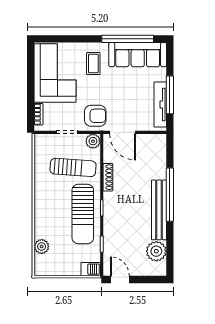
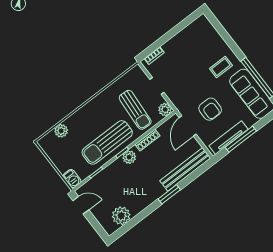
corner sofa: (55, 73) -> (193, 45), removed
armchair: (95, 116) -> (210, 109), moved
window: (170, 195) -> (169, 194), width x0.47
plant: (110, 205) -> (129, 157), added
bench: (159, 210) -> (185, 169), moved
door: (120, 279) -> (81, 205), hinge flipped

